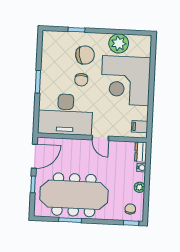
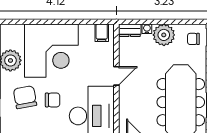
plant: (139, 187) -> (164, 35), width x1.87, depth x1.87

